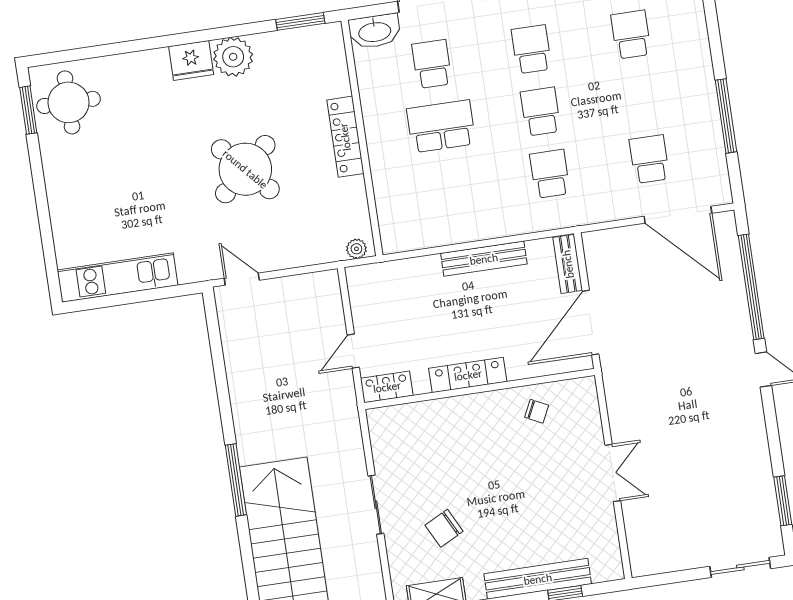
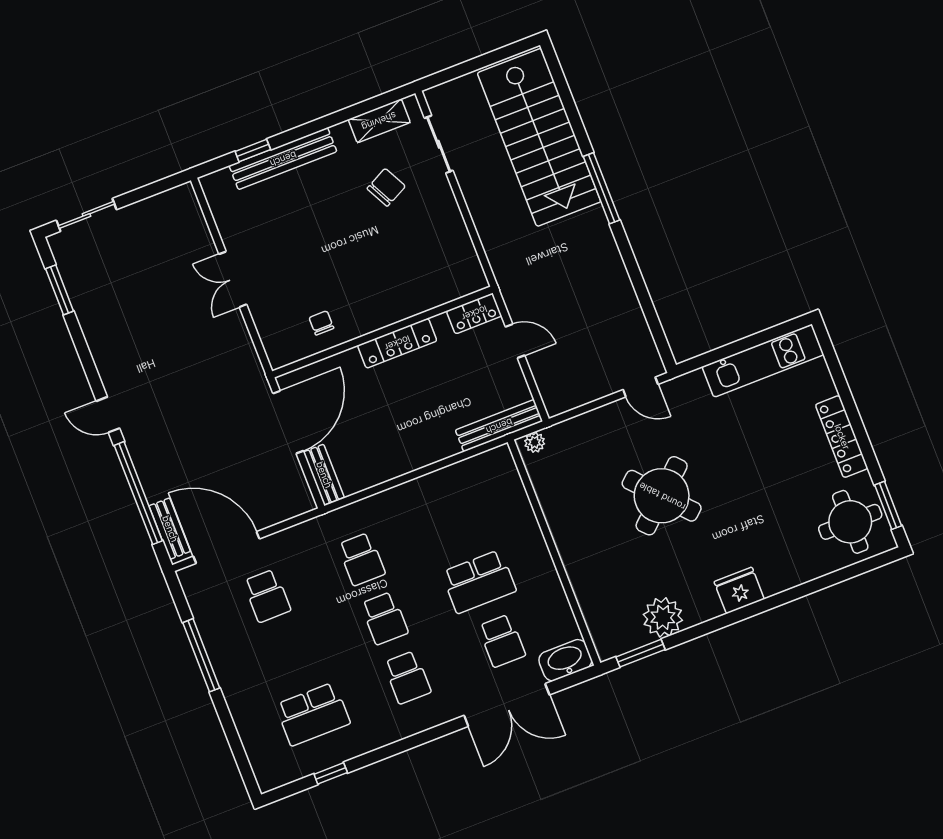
school desk: (631, 35) -> (313, 714), width x1.85
plant: (233, 57) -> (663, 617), moved
locker: (345, 137) -> (842, 437), moved, turned 180
bench: (729, 246) -> (170, 529), added
bench: (484, 259) -> (499, 426), moved
door: (353, 351) -> (515, 341), hinge flipped
chair: (537, 411) -> (321, 323), turned 64
sliding door: (376, 505) -> (439, 144), moved

